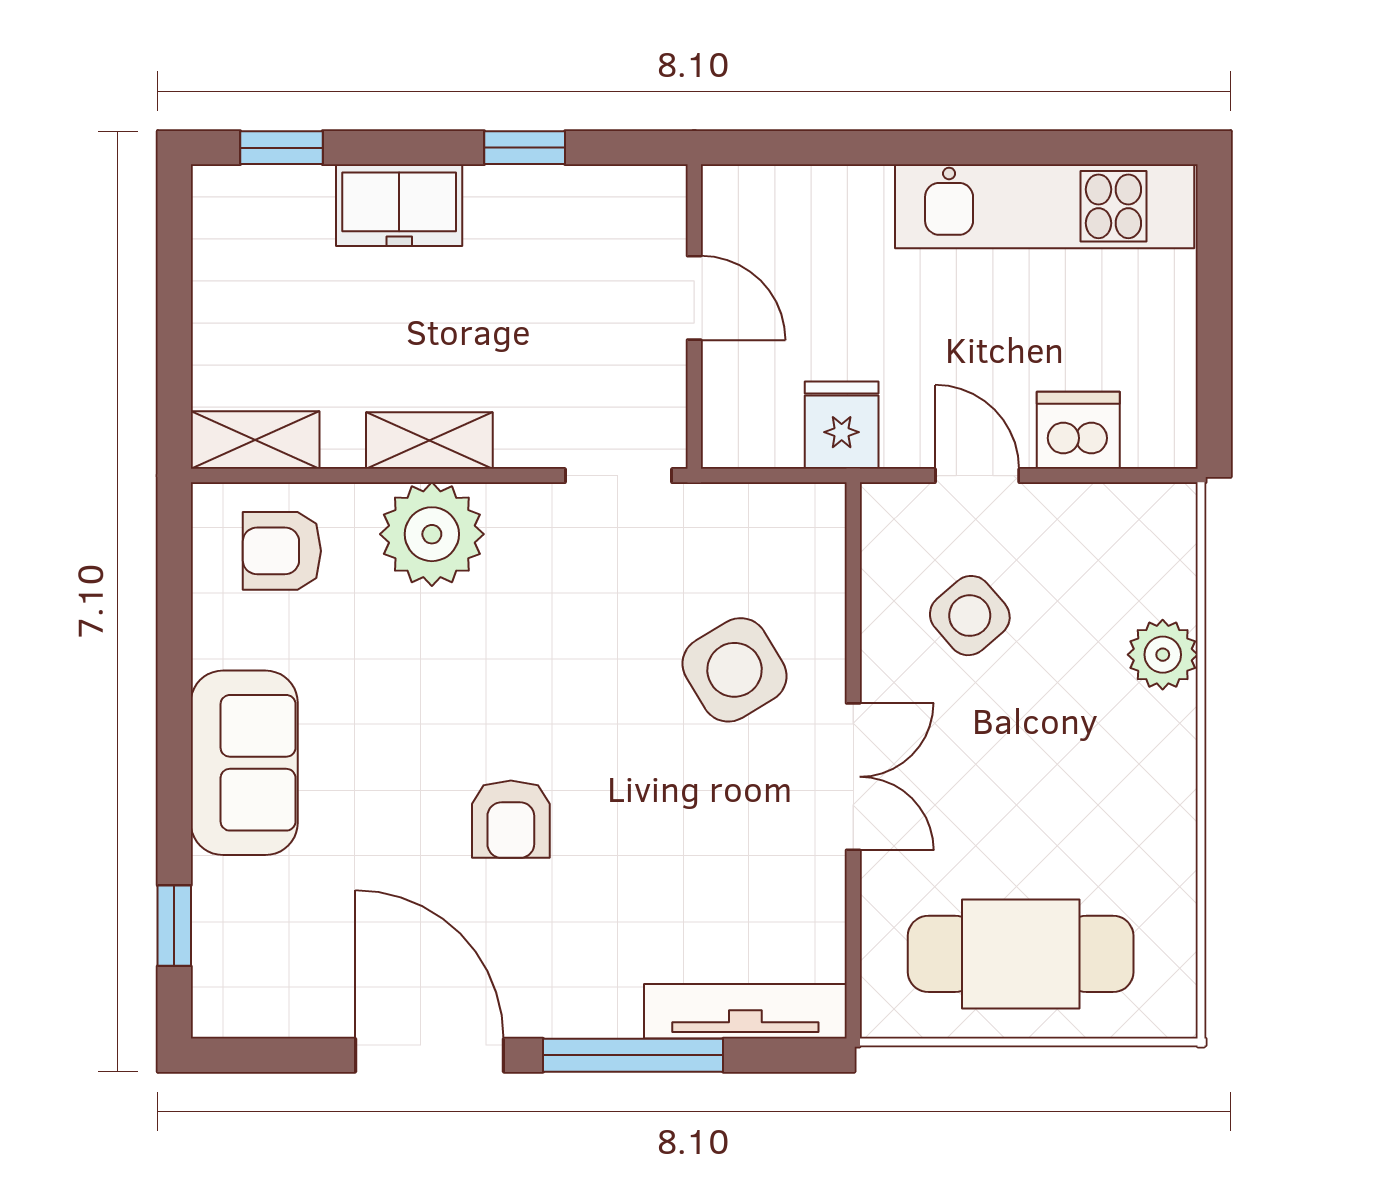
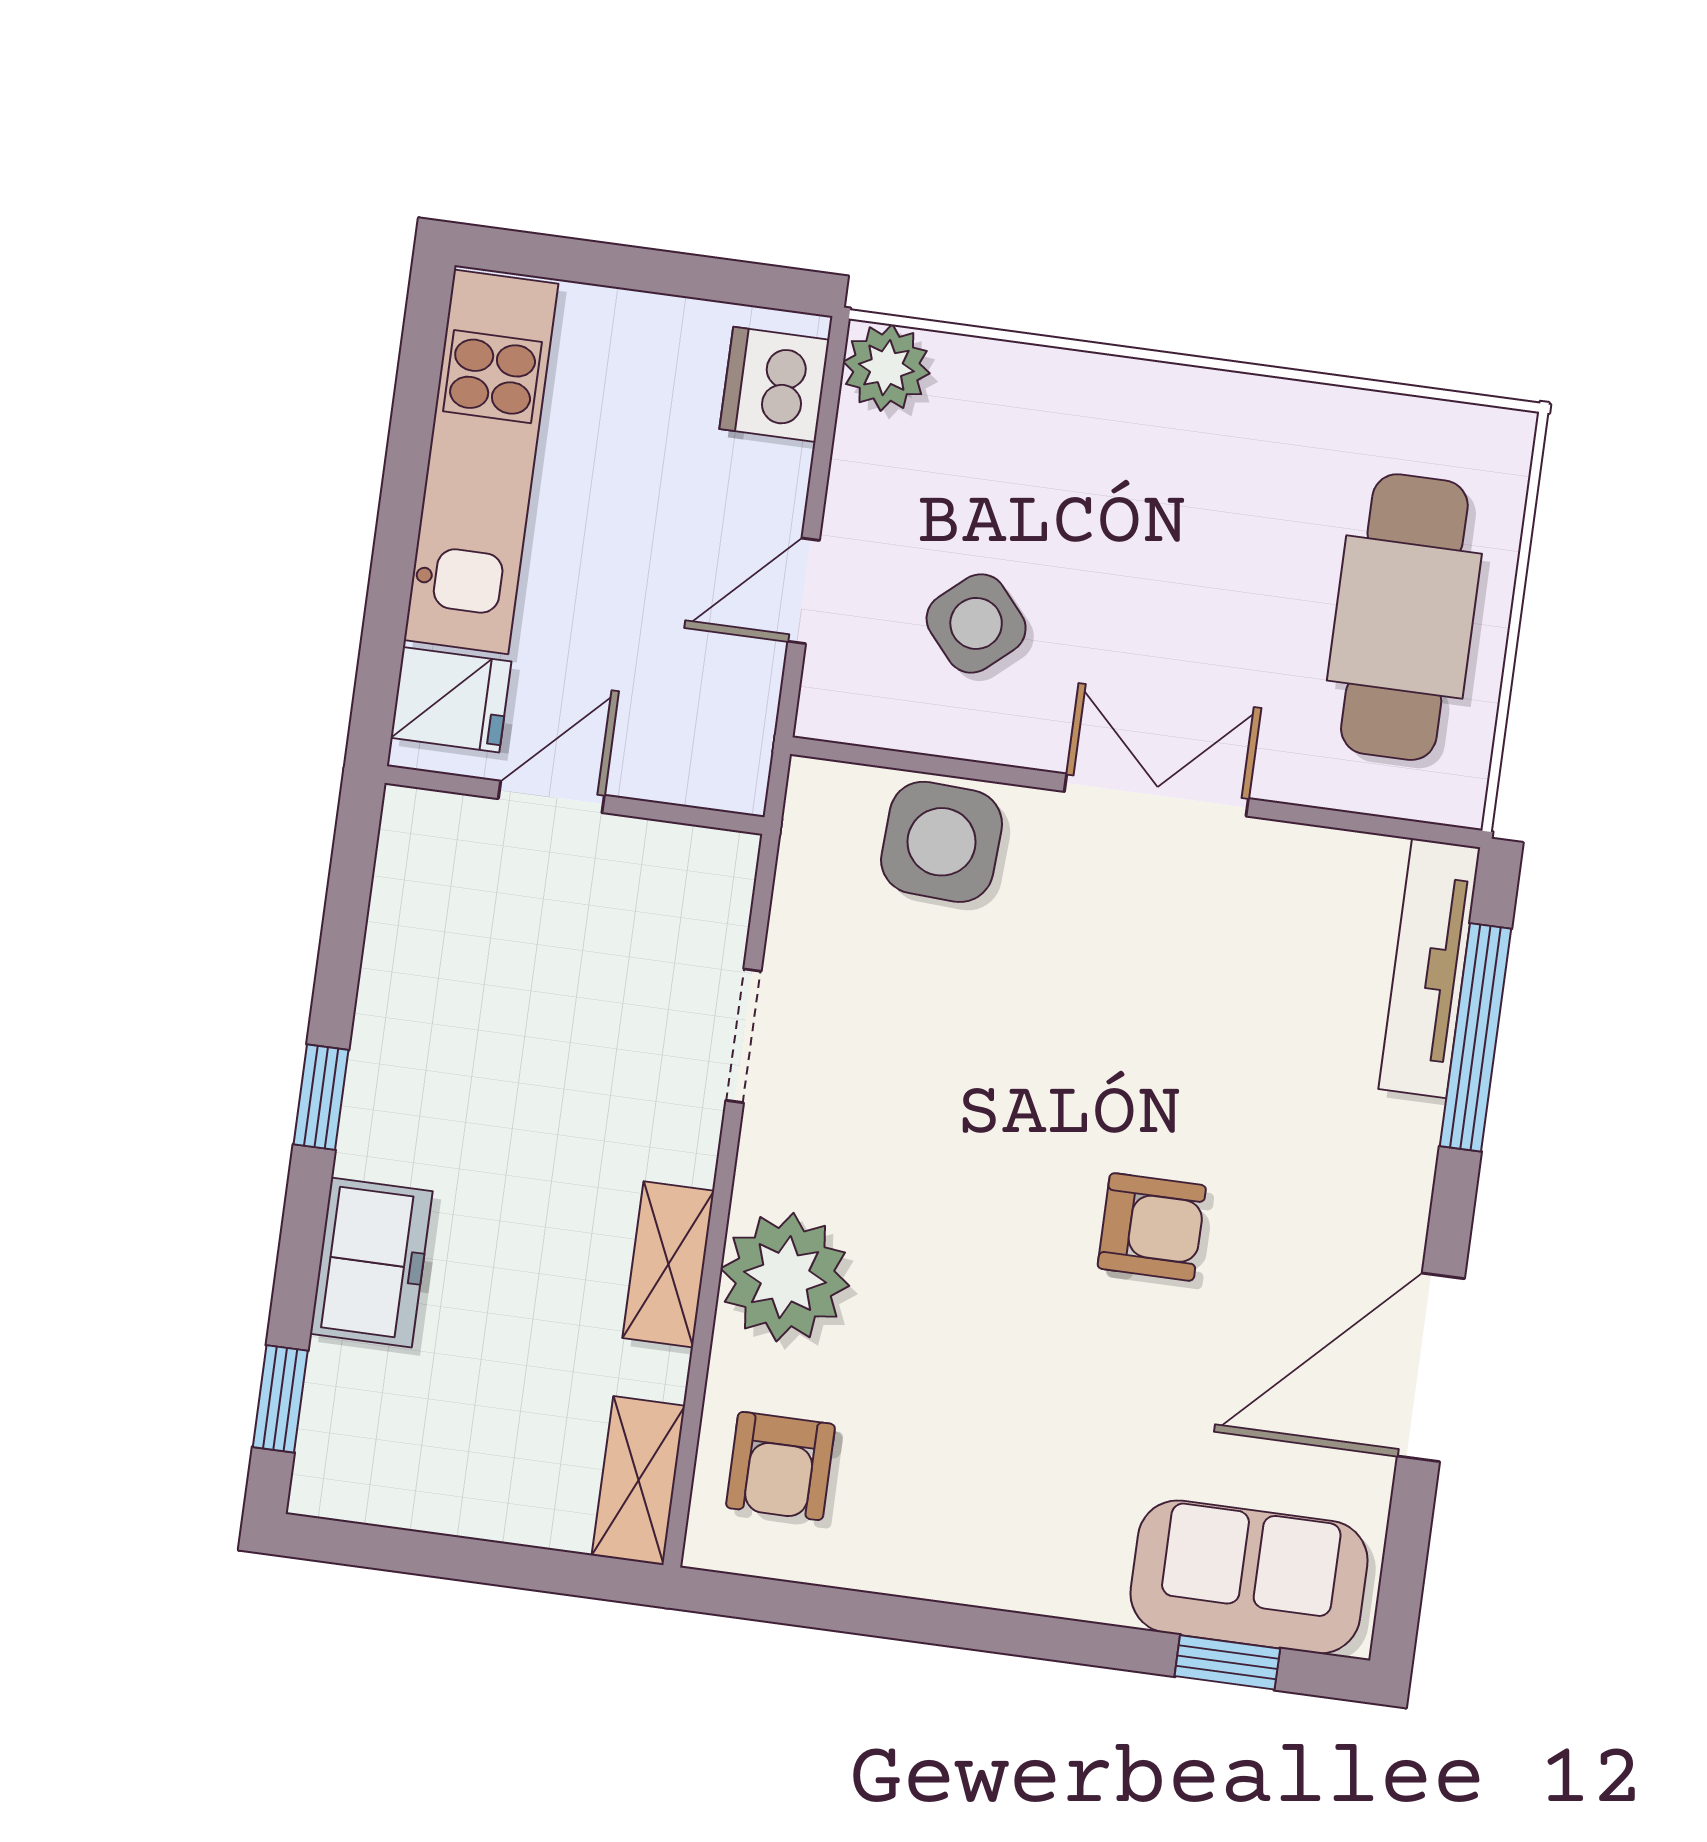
door: (694, 298) -> (551, 797), moved
wall: (694, 317) -> (575, 800), moved
fridge: (842, 425) -> (451, 700), moved, turned 180
dishwasher: (1078, 430) -> (774, 384), moved
plant: (1163, 655) -> (886, 368), moved
side table: (734, 670) -> (942, 842), moved, turned 34
sofa: (244, 763) -> (1249, 1577), moved
window: (633, 1055) -> (1476, 1037), moved

